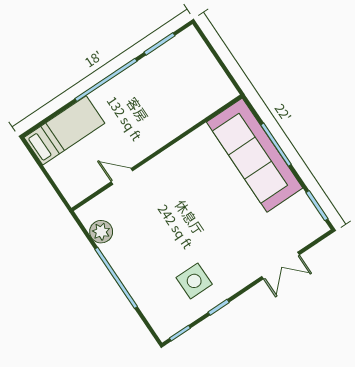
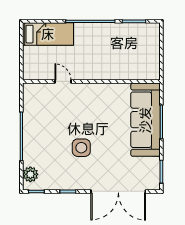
plant: (101, 232) -> (30, 174), moved
double door: (280, 266) -> (118, 191), width x1.87
side table: (194, 281) -> (81, 148), moved

